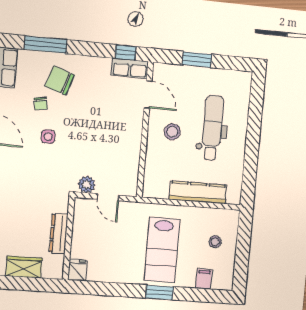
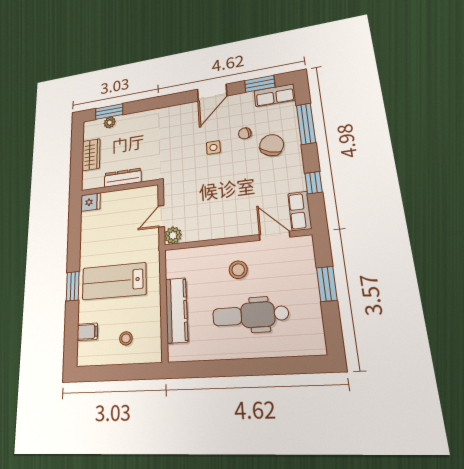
window: (126, 52) -> (314, 183), moved
door: (148, 94) -> (275, 236), swing flipped
dental chair: (212, 128) -> (250, 315), turned 180
plant: (87, 184) -> (173, 235), moved

